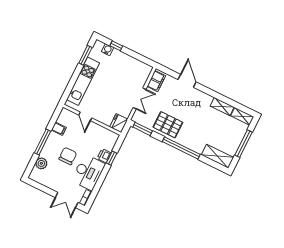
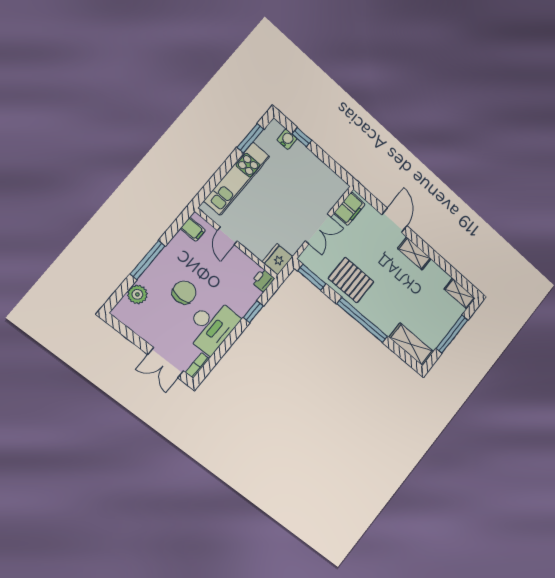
shelving: (222, 107) -> (414, 253), moved
filing cabinet: (59, 129) -> (193, 229), moved
printer: (104, 156) -> (263, 280), moved

